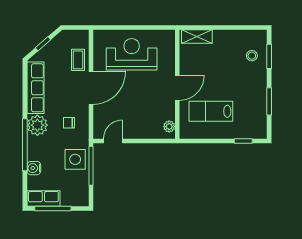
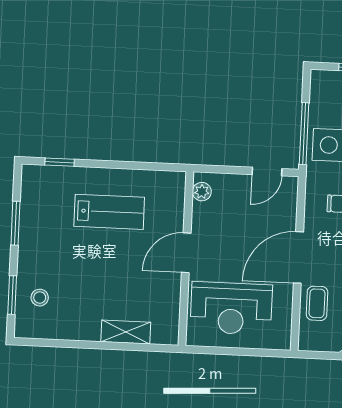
wall: (177, 84) -> (186, 259), moved
door: (177, 88) -> (186, 253), moved
plant: (169, 127) -> (202, 192), moved

